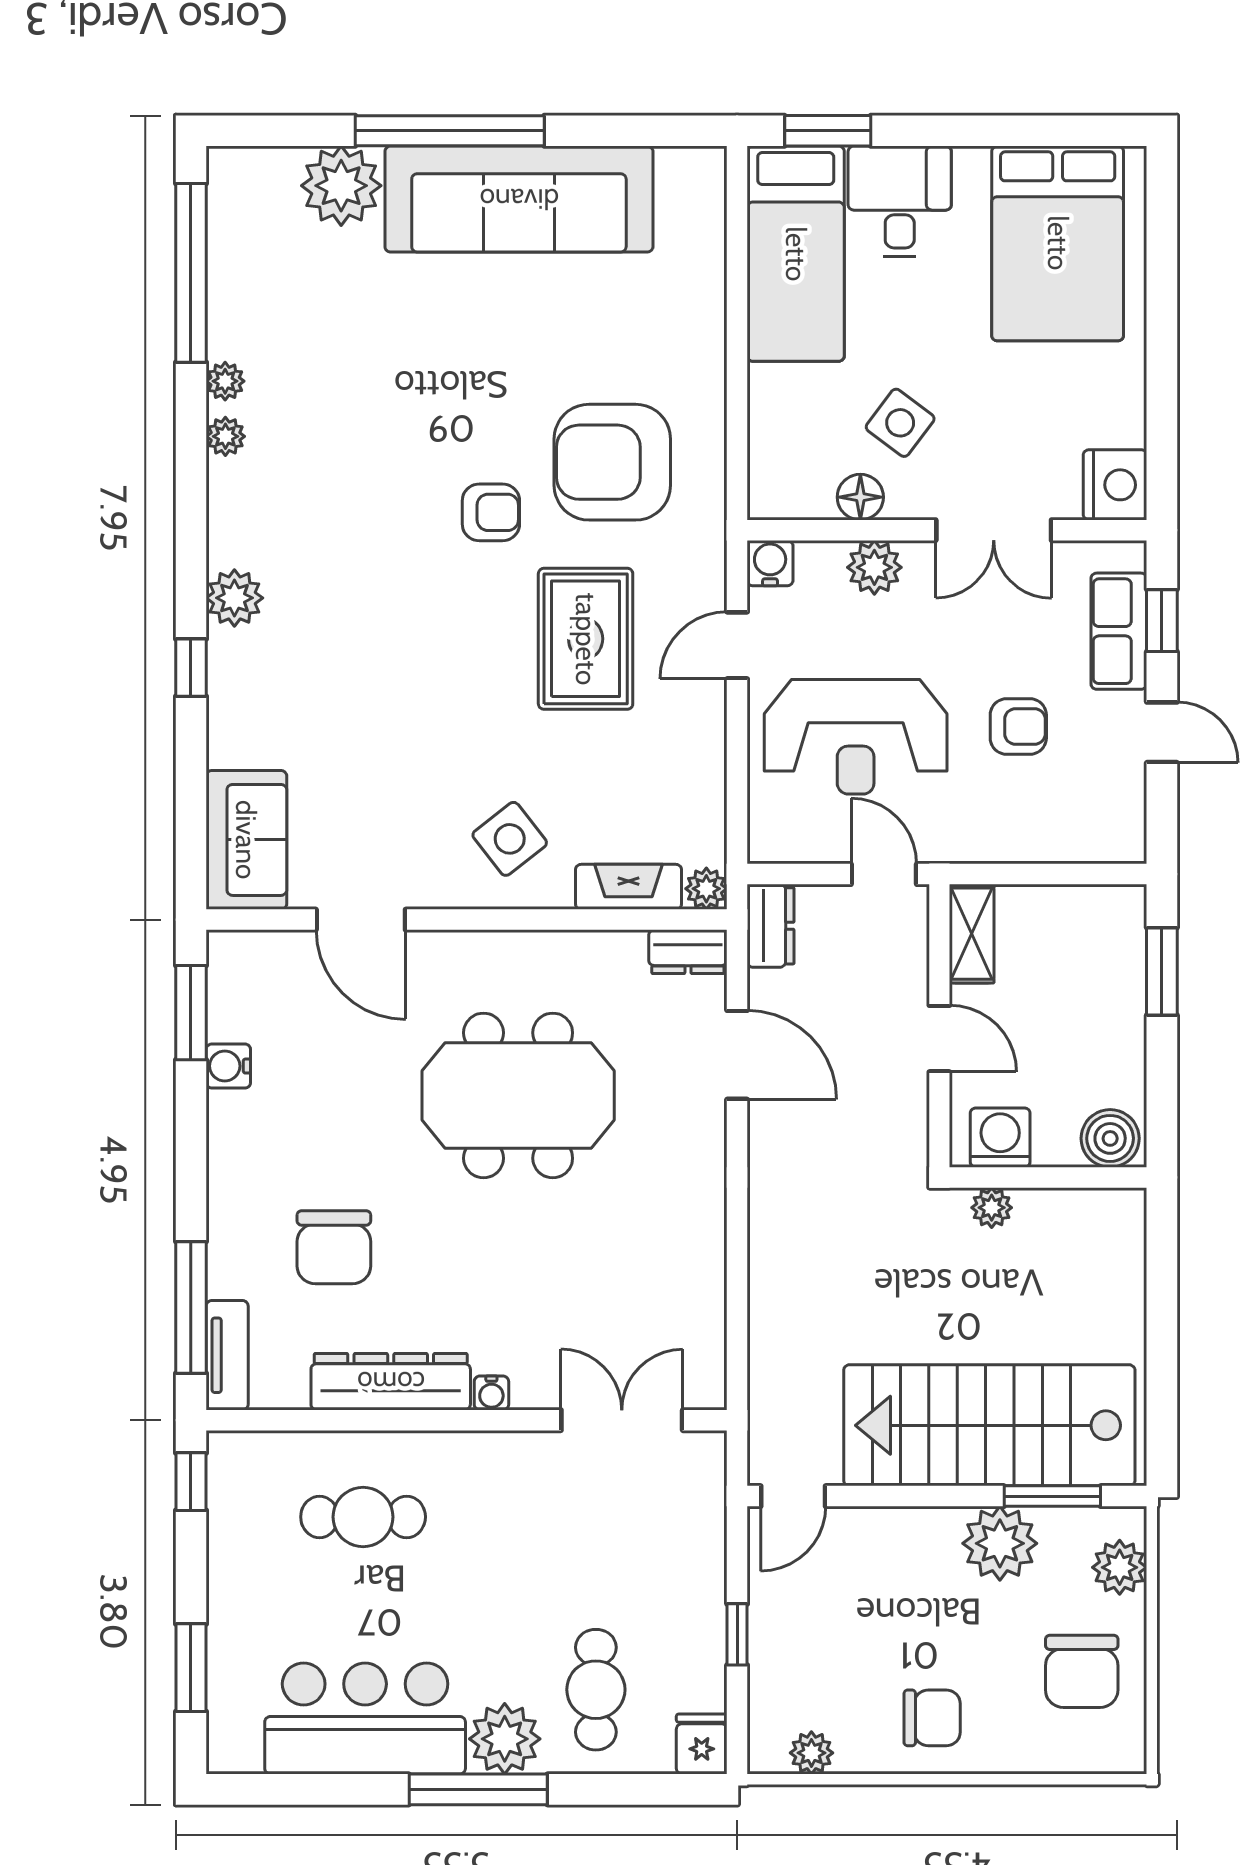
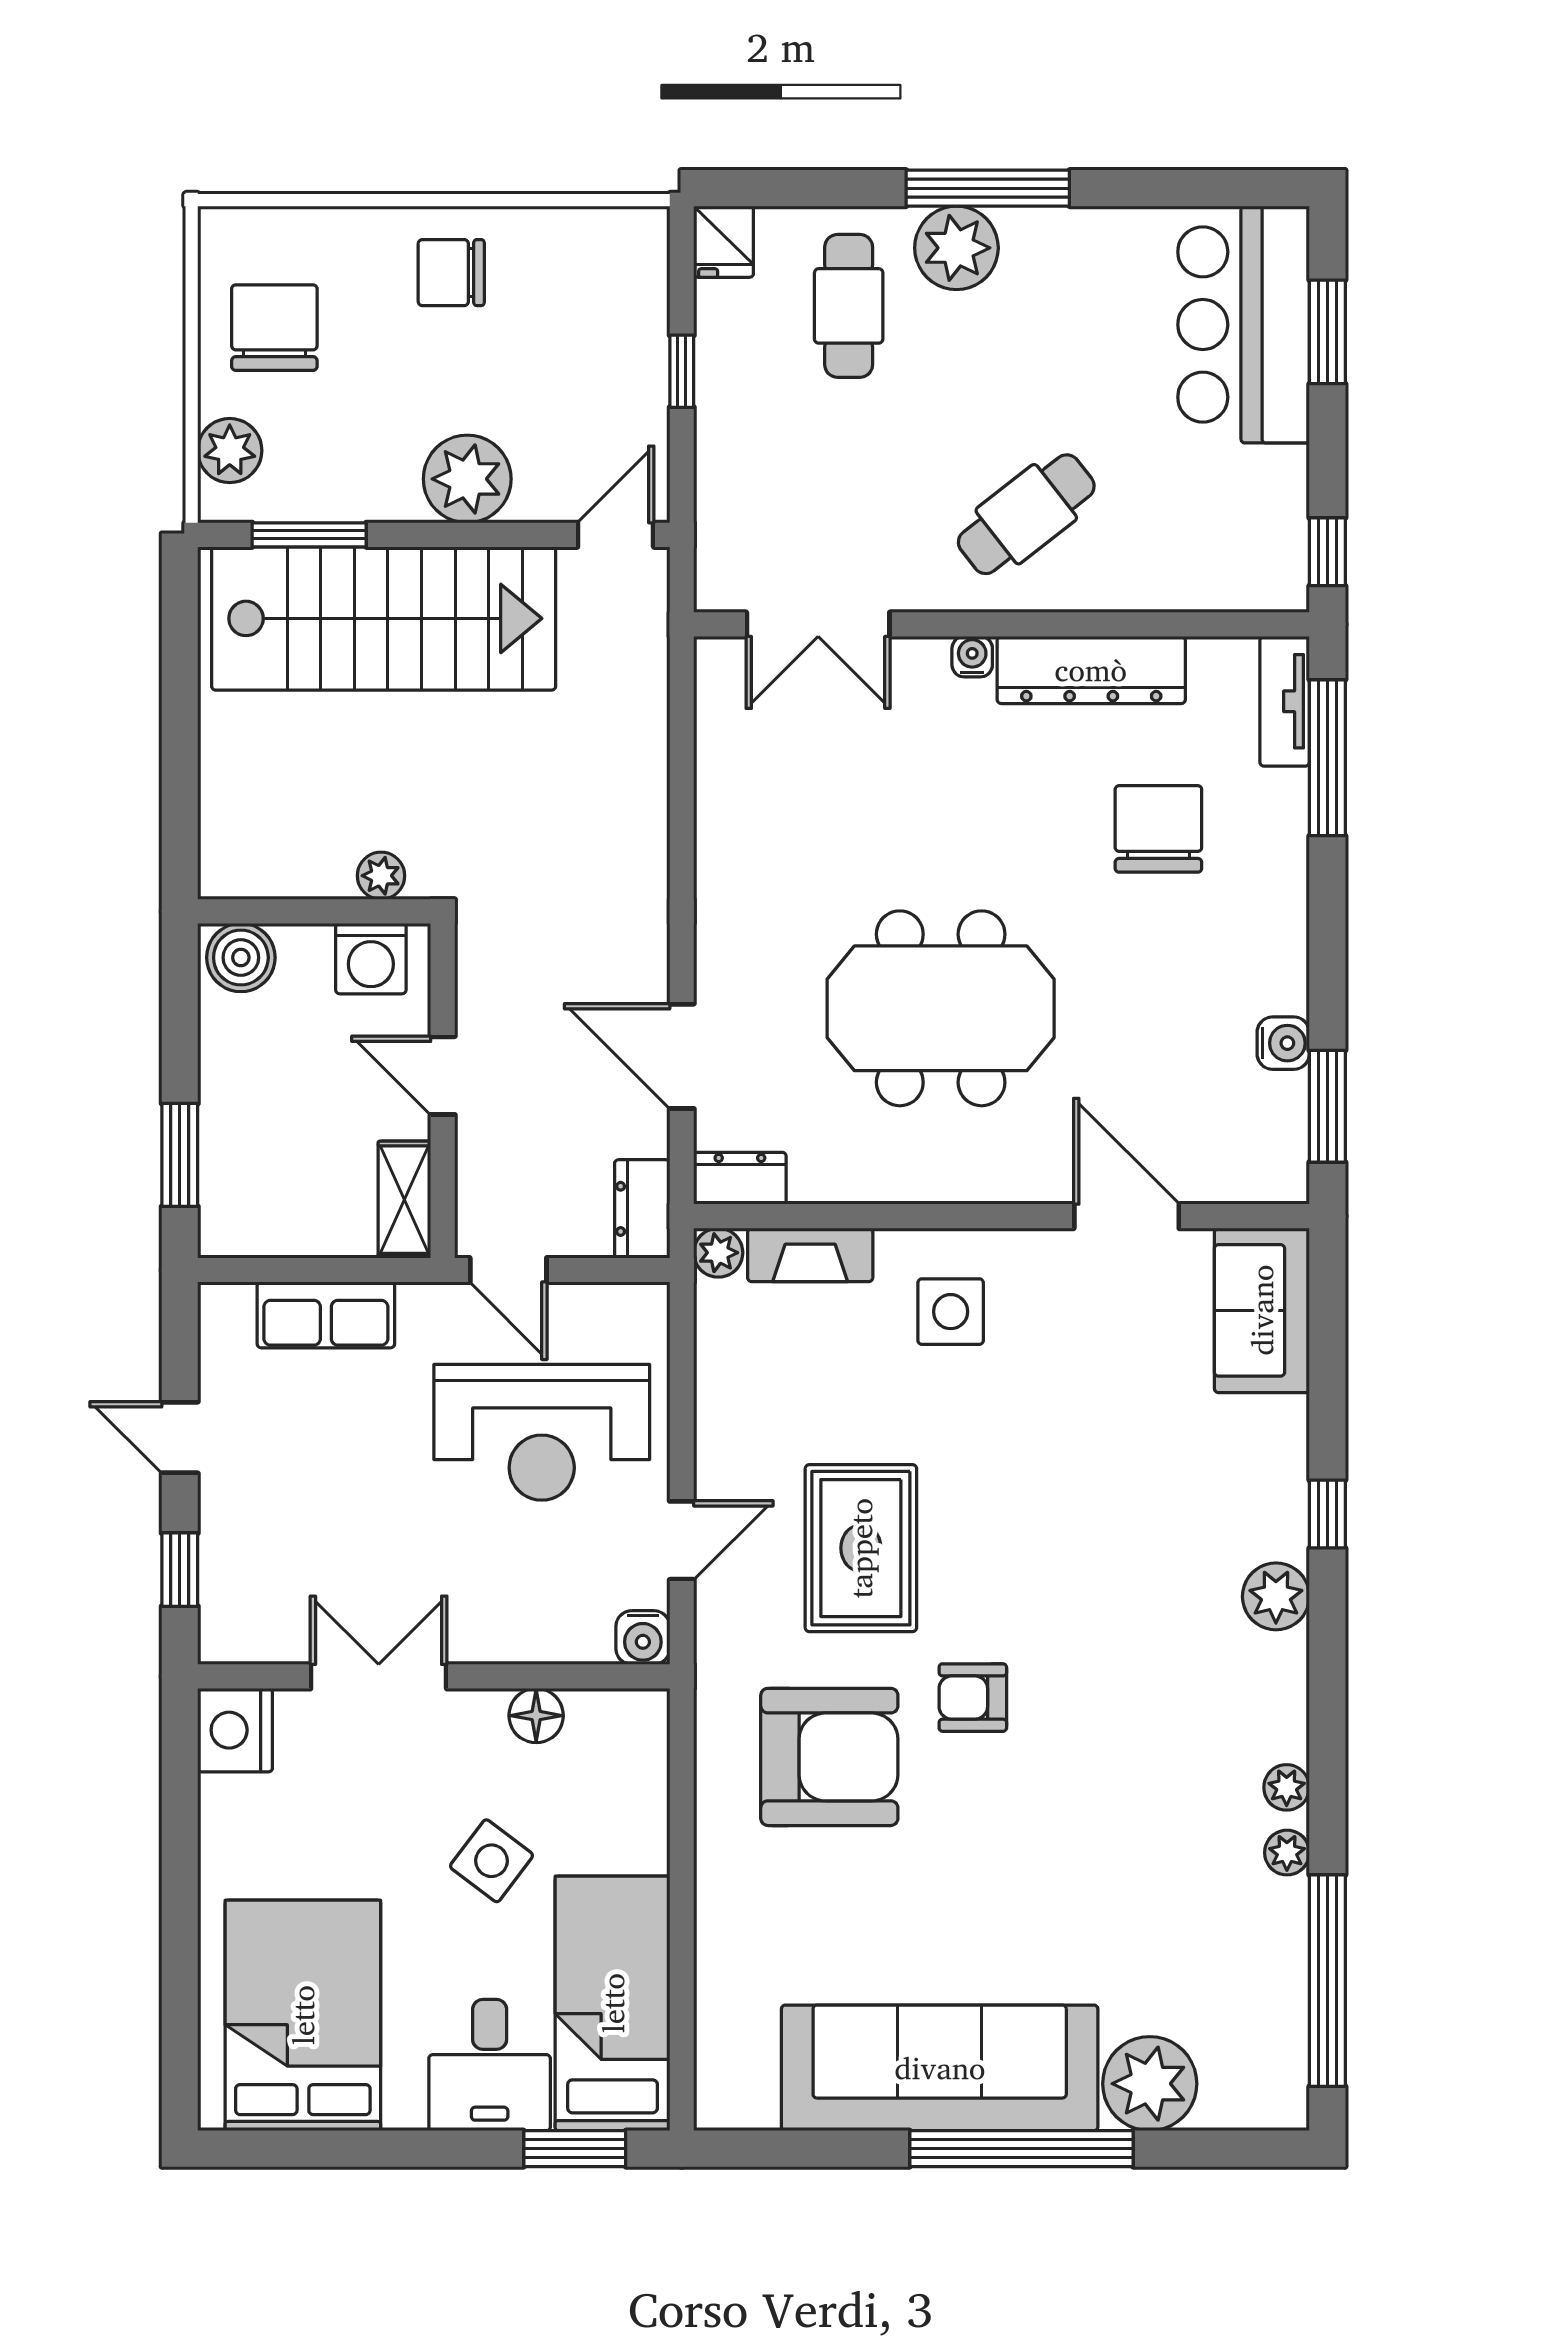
side table: (900, 423) -> (491, 1861), moved
plant: (874, 567) -> (520, 1633), removed
row of seats: (1119, 631) -> (326, 1315), moved, turned 90
armchair: (1018, 727) -> (349, 1444), removed
reception desk: (856, 737) -> (542, 1432), turned 180
side table: (510, 839) -> (951, 1312), turned 38
cafe table: (363, 1517) -> (1026, 514), moved, turned -38
plant: (1000, 1543) -> (467, 479), moved
bar counter: (365, 1719) -> (1244, 325), moved, turned 90
plant: (811, 1753) -> (594, 231), removed

